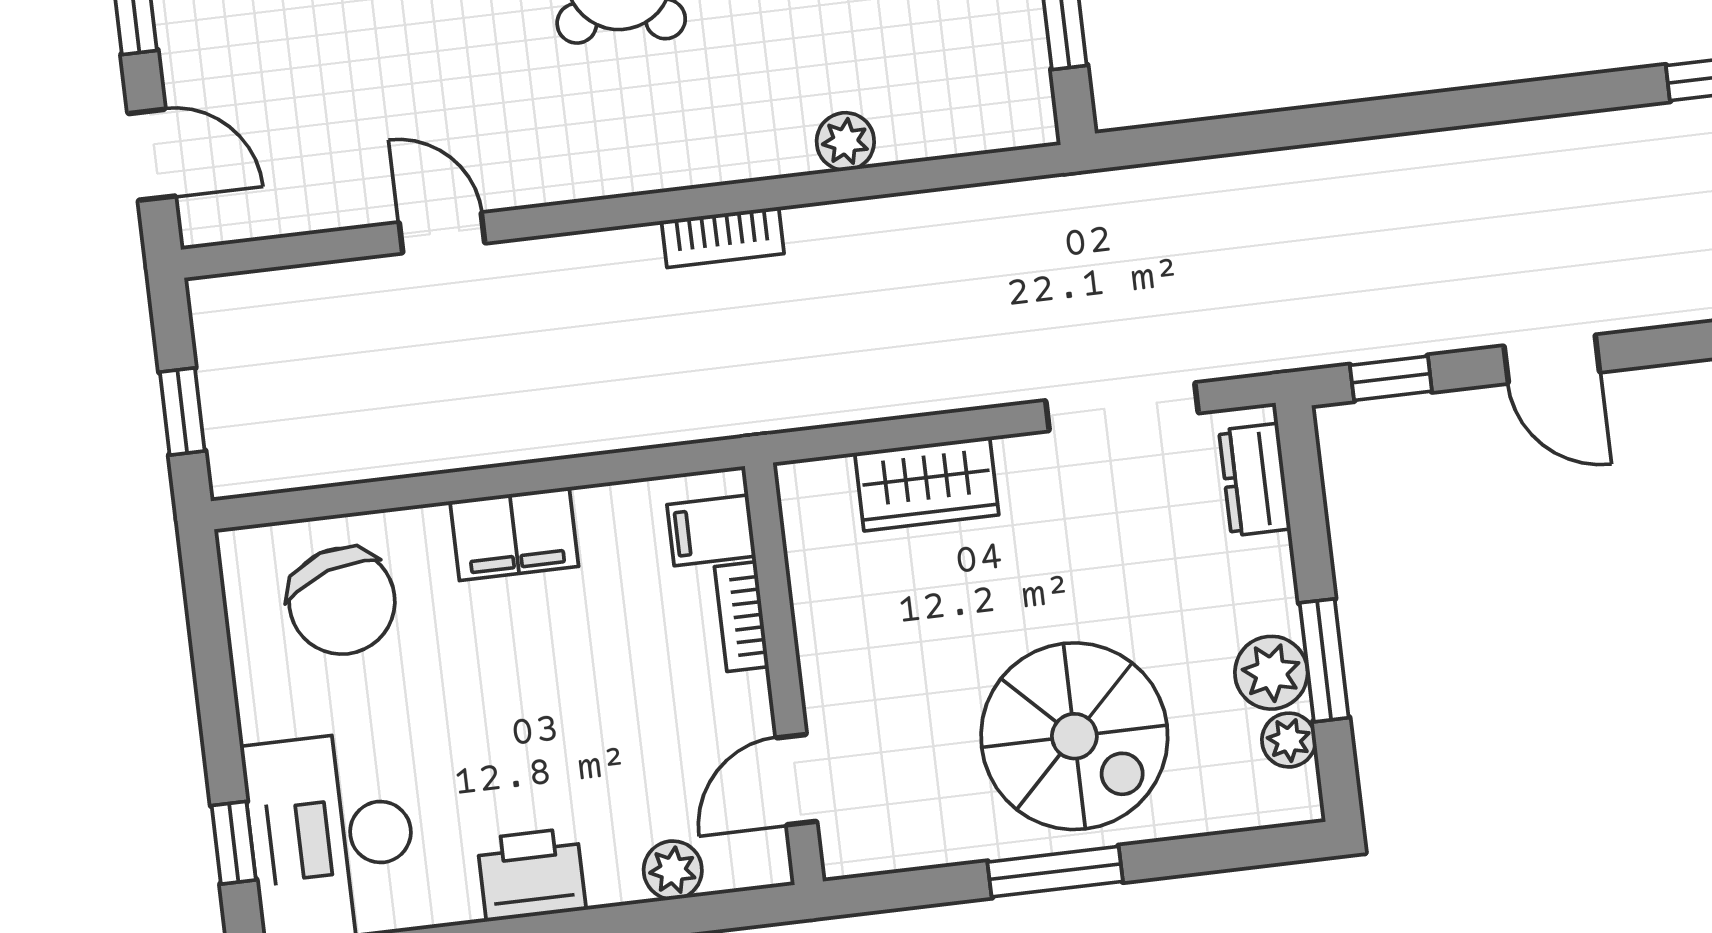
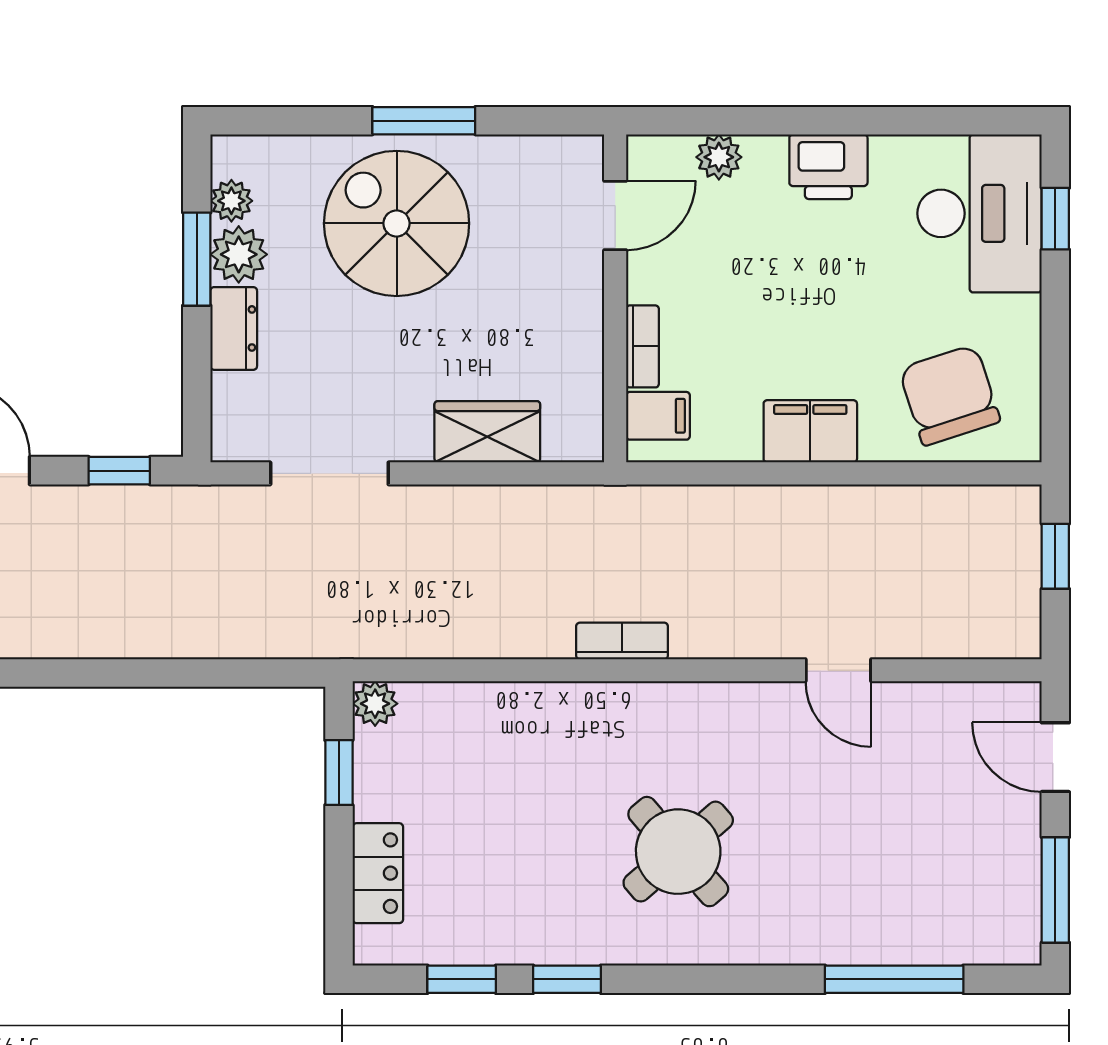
plant: (845, 142) -> (375, 704), moved
dresser: (1255, 480) -> (234, 328), moved

